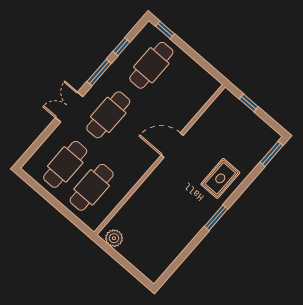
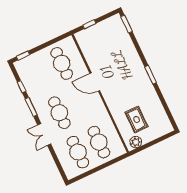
cafe table: (151, 65) -> (62, 63), moved
door: (172, 145) -> (95, 82), hinge flipped
rug: (220, 178) -> (137, 119), moved

